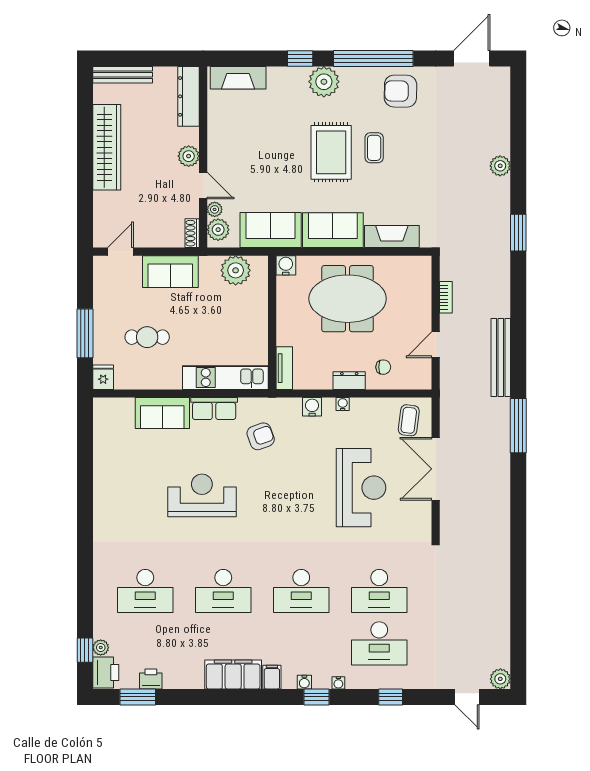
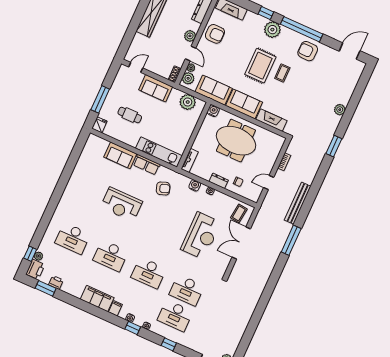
armchair: (229, 133) -> (215, 34), added
reception desk: (202, 495) -> (121, 204), turned 180

